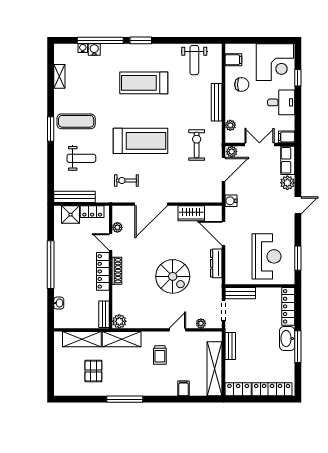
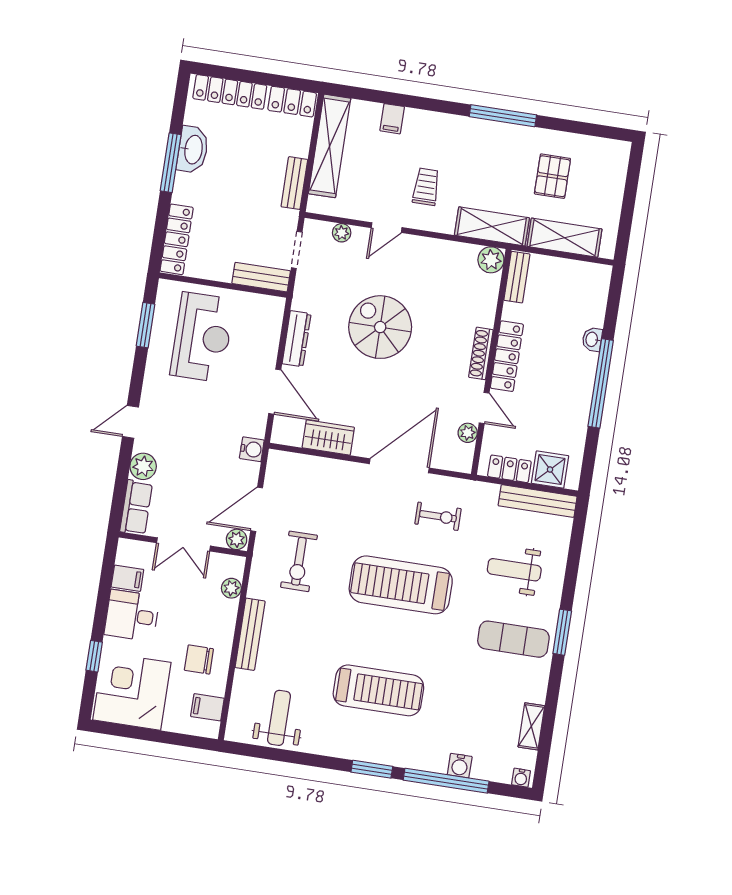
water cooler: (83, 48) -> (521, 778), moved
filing cabinet: (287, 137) -> (127, 578), moved
reception desk: (267, 256) -> (202, 337), turned 180
washbasin: (59, 303) -> (592, 339), moved
washbasin: (287, 339) -> (193, 150), moved

